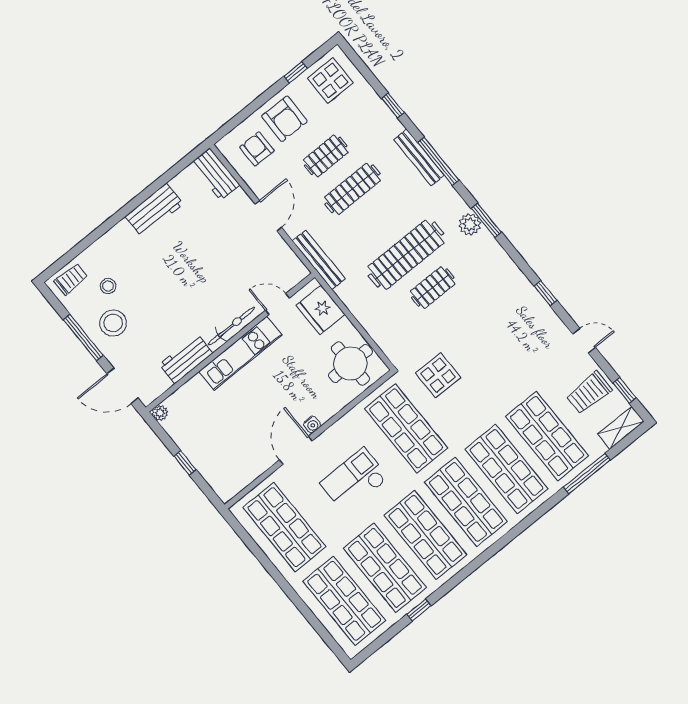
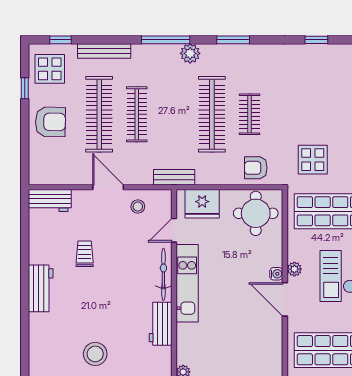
window: (393, 105) -> (60, 40), moved
armchair: (257, 149) -> (256, 168), moved
clothes rail: (326, 156) -> (99, 114), width x1.86, depth x1.31
bench: (419, 157) -> (104, 51), moved
workbench: (154, 210) -> (41, 288), moved
plant: (470, 224) -> (190, 53), moved
bench: (319, 260) -> (174, 177), width x0.73
trolley: (71, 279) -> (85, 254), moved
stool: (108, 286) -> (138, 207), moved
plant: (329, 437) -> (294, 269), added

